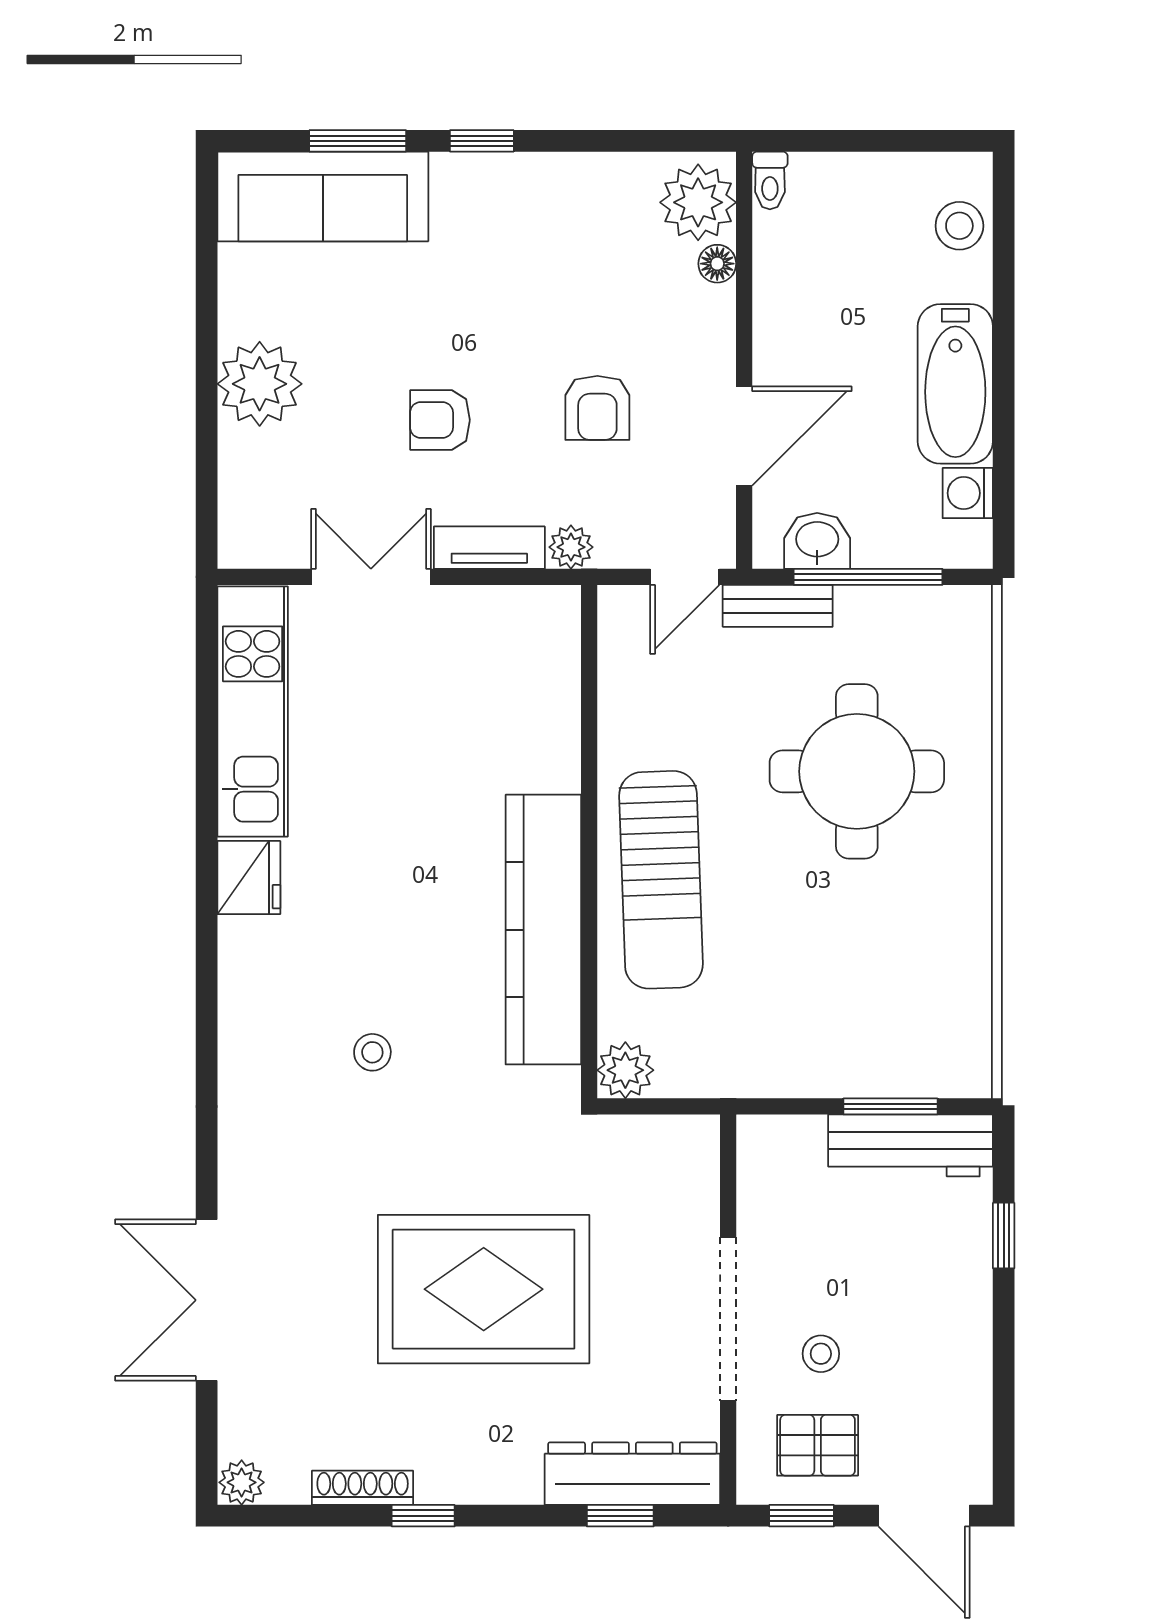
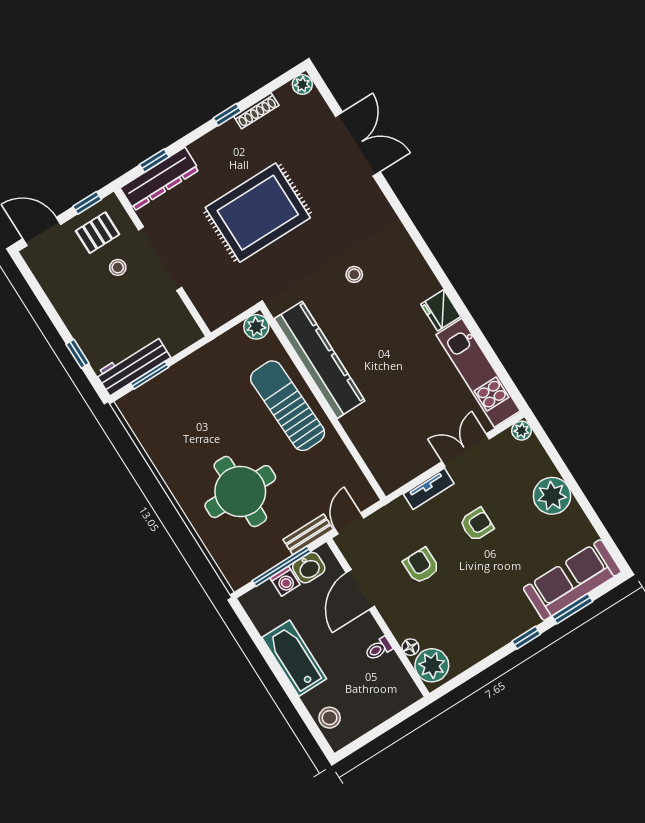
toilet: (770, 180) -> (378, 649), moved, turned -90
washing machine: (968, 493) -> (285, 581), moved, turned 90
plant: (571, 547) -> (521, 431), moved
double door: (371, 577) -> (466, 450), swing flipped

